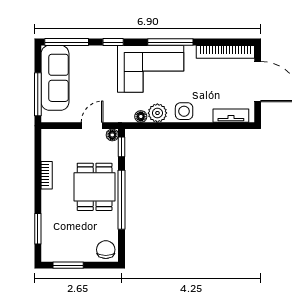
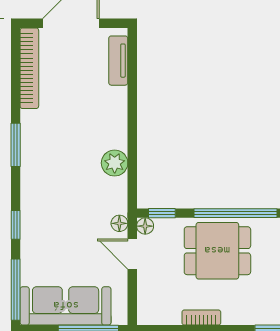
window: (170, 42) -> (16, 145), width x0.69
corner sofa: (151, 69) -> (53, 172), removed
side table: (184, 111) -> (112, 126), removed
floor lamp: (141, 116) -> (119, 223), moved

